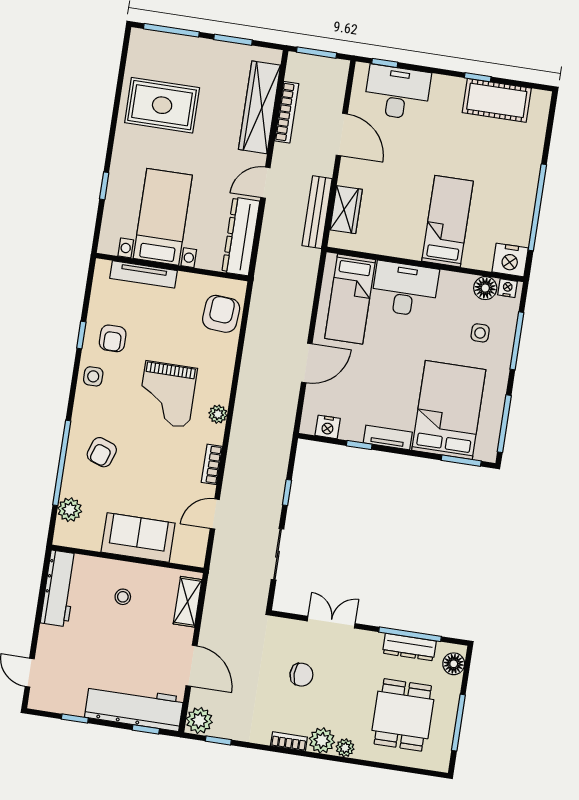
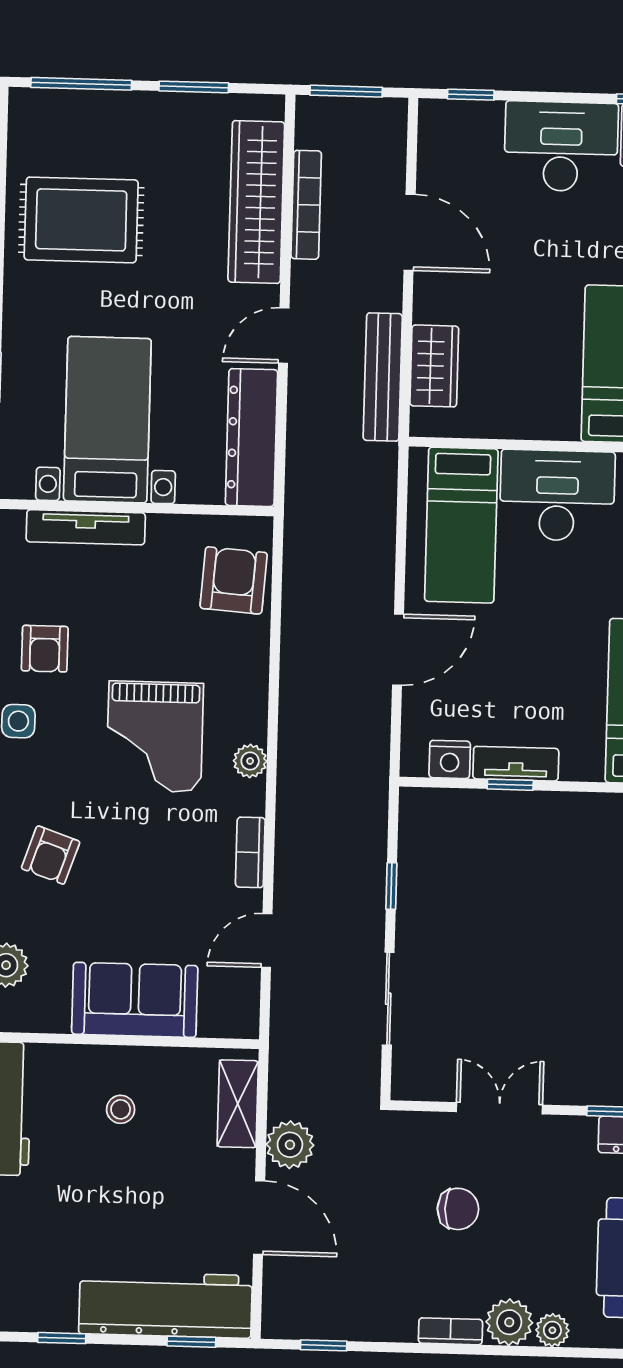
desk: (397, 92) -> (561, 146), moved
tv unit: (388, 437) -> (516, 764), moved
plant: (199, 720) -> (290, 1145), moved

